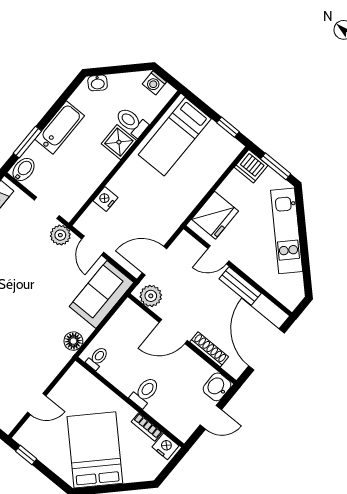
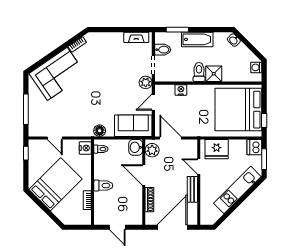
toilet: (132, 122) -> (199, 72), moved
bed: (175, 137) -> (238, 110), width x2.04
bidet: (24, 170) -> (163, 50), moved
washbasin: (217, 387) -> (136, 147), moved, turned -90
nightstand: (165, 446) -> (85, 148), moved

